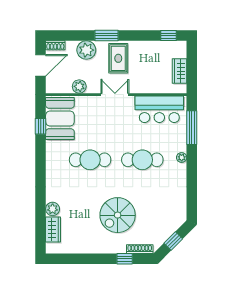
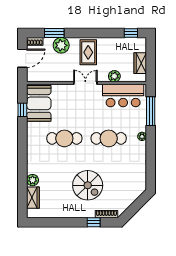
window: (107, 36) -> (54, 33), moved
plant: (79, 86) -> (114, 76), moved
spiral stairs: (118, 215) -> (88, 185), turned -90
window: (173, 241) -> (135, 207), removed

